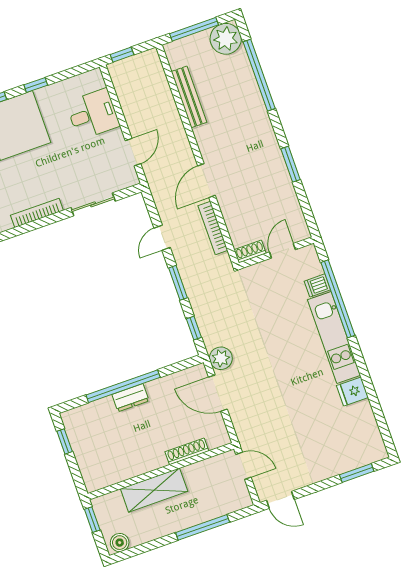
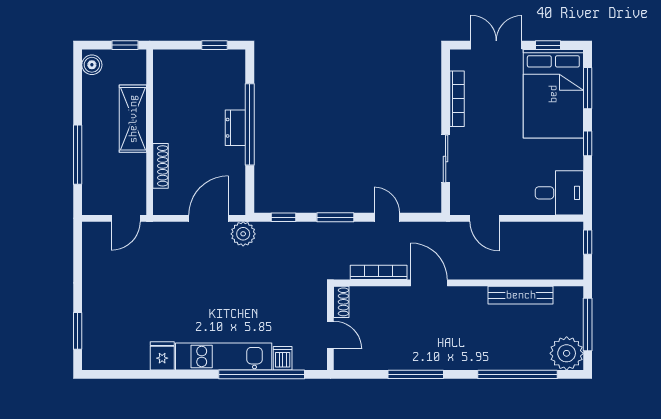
desk: (93, 114) -> (559, 193), moved, turned -90
window: (291, 164) -> (416, 374), width x1.44
door: (280, 500) -> (78, 244), removed

